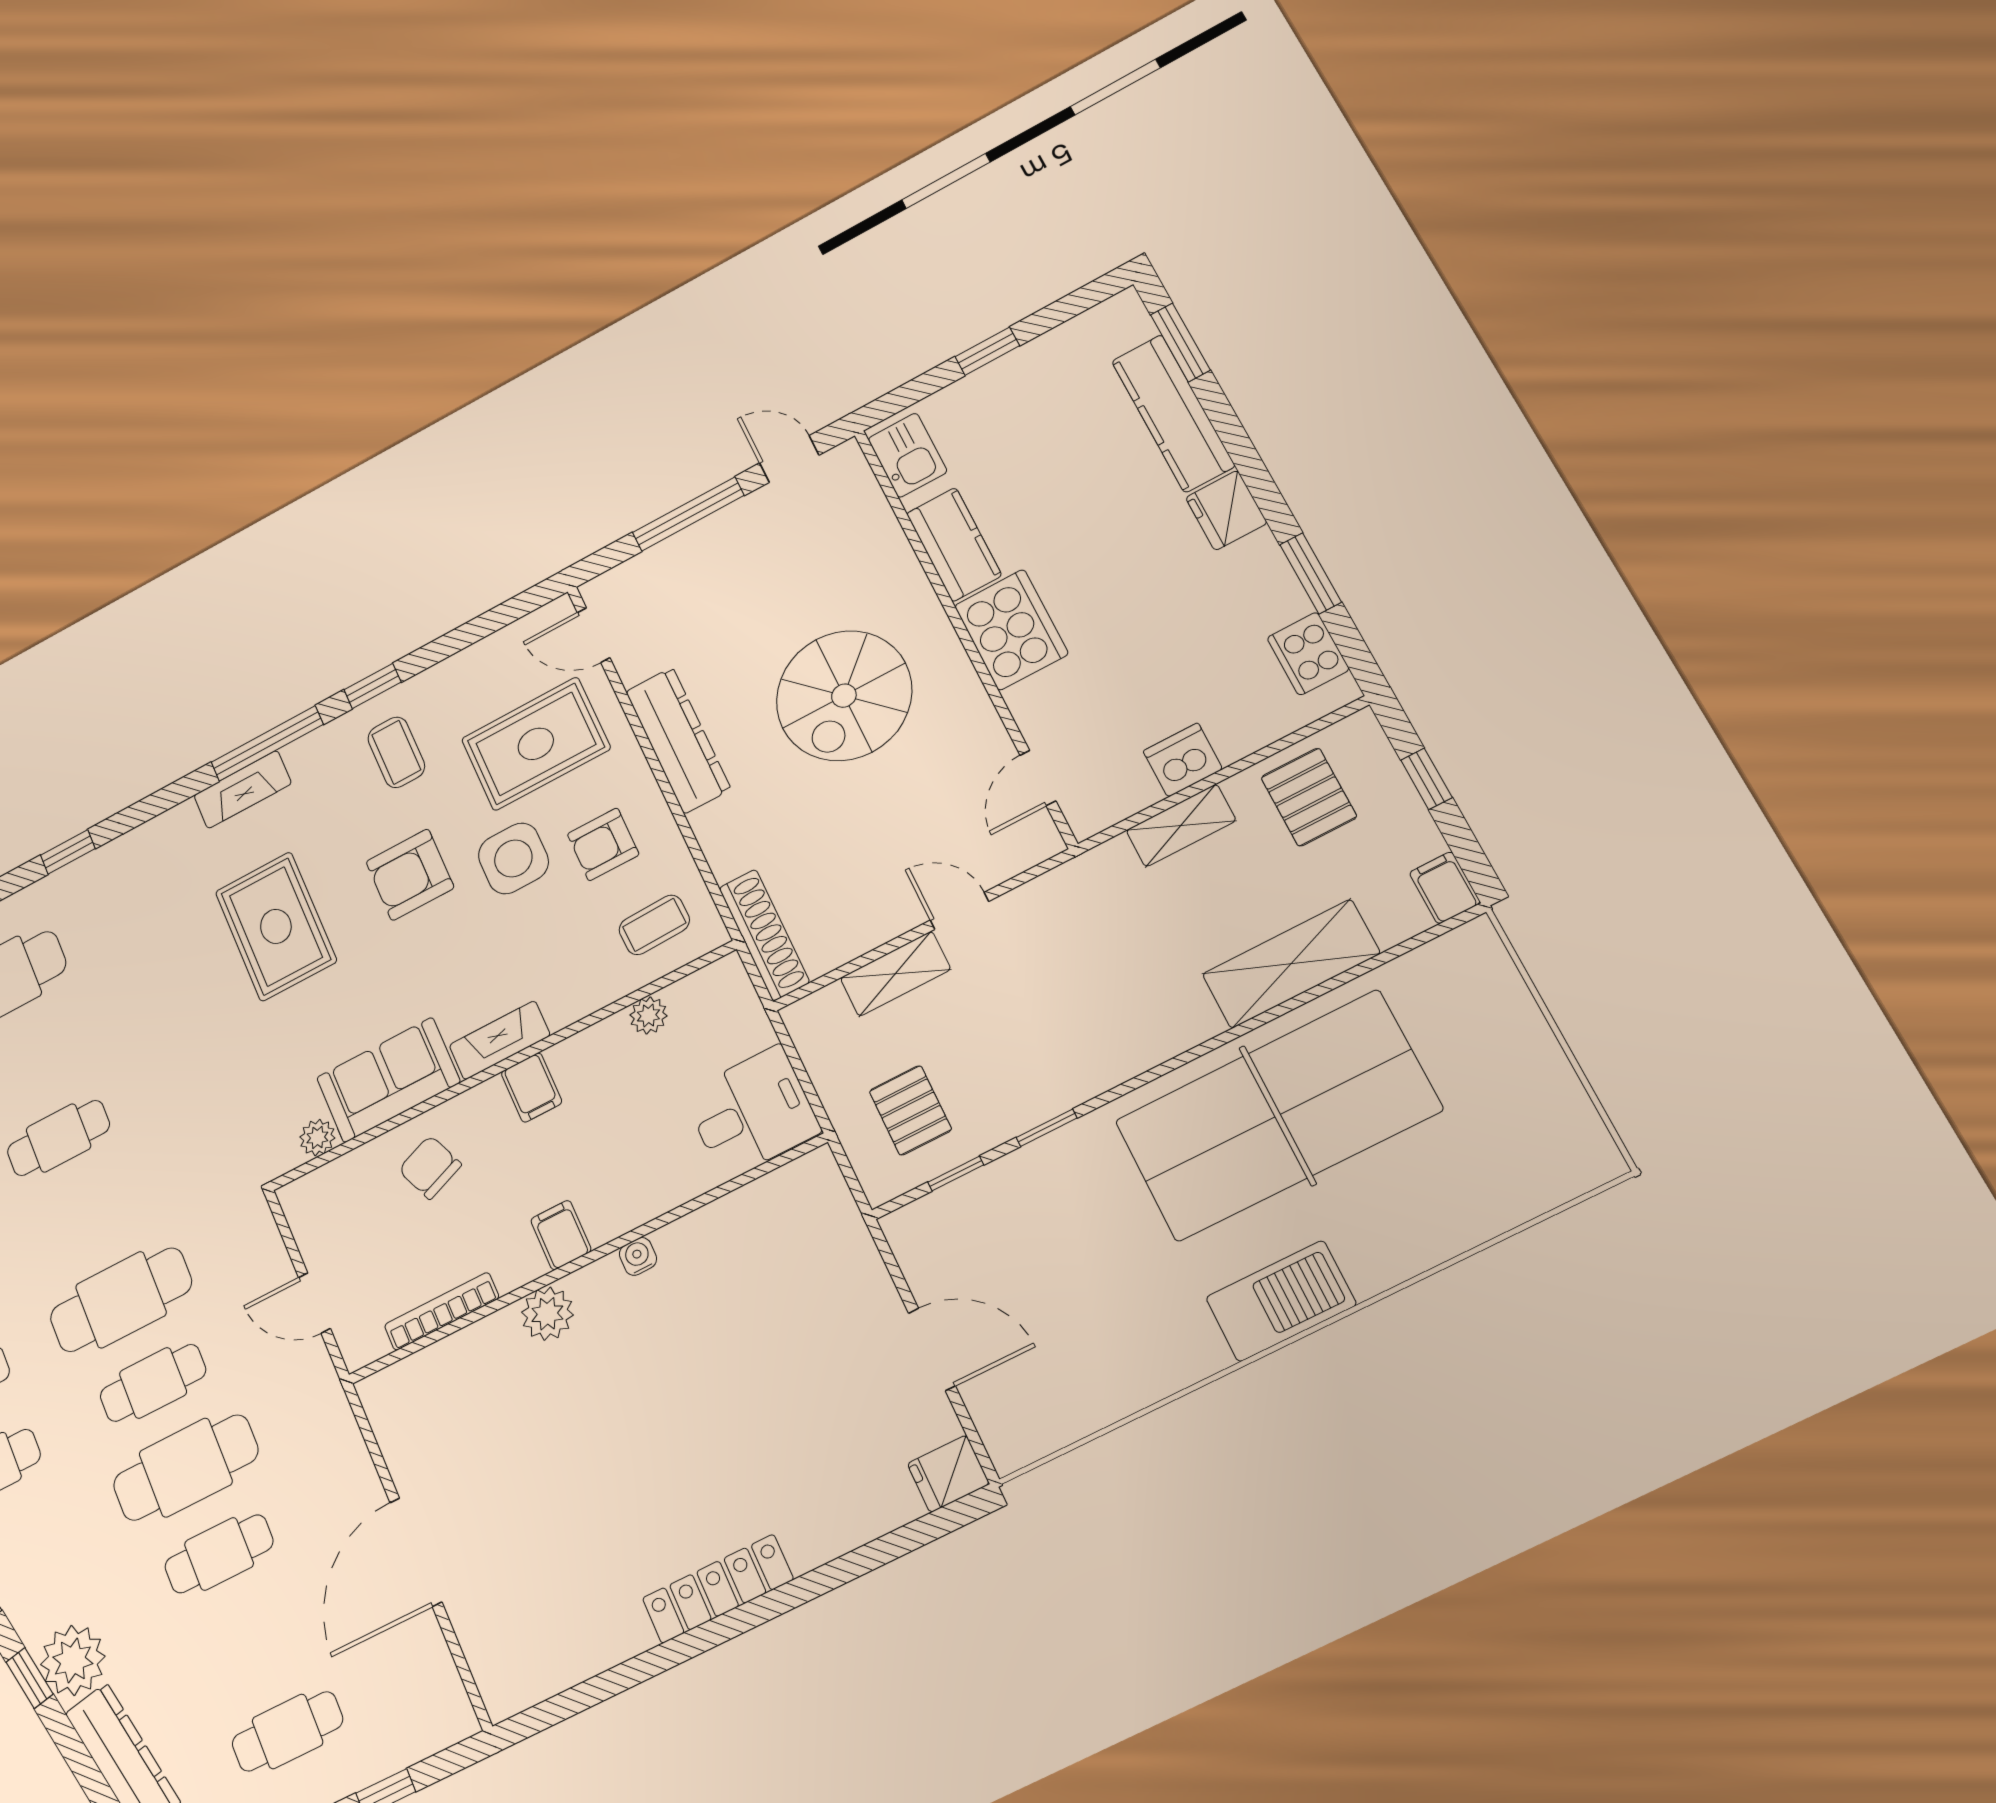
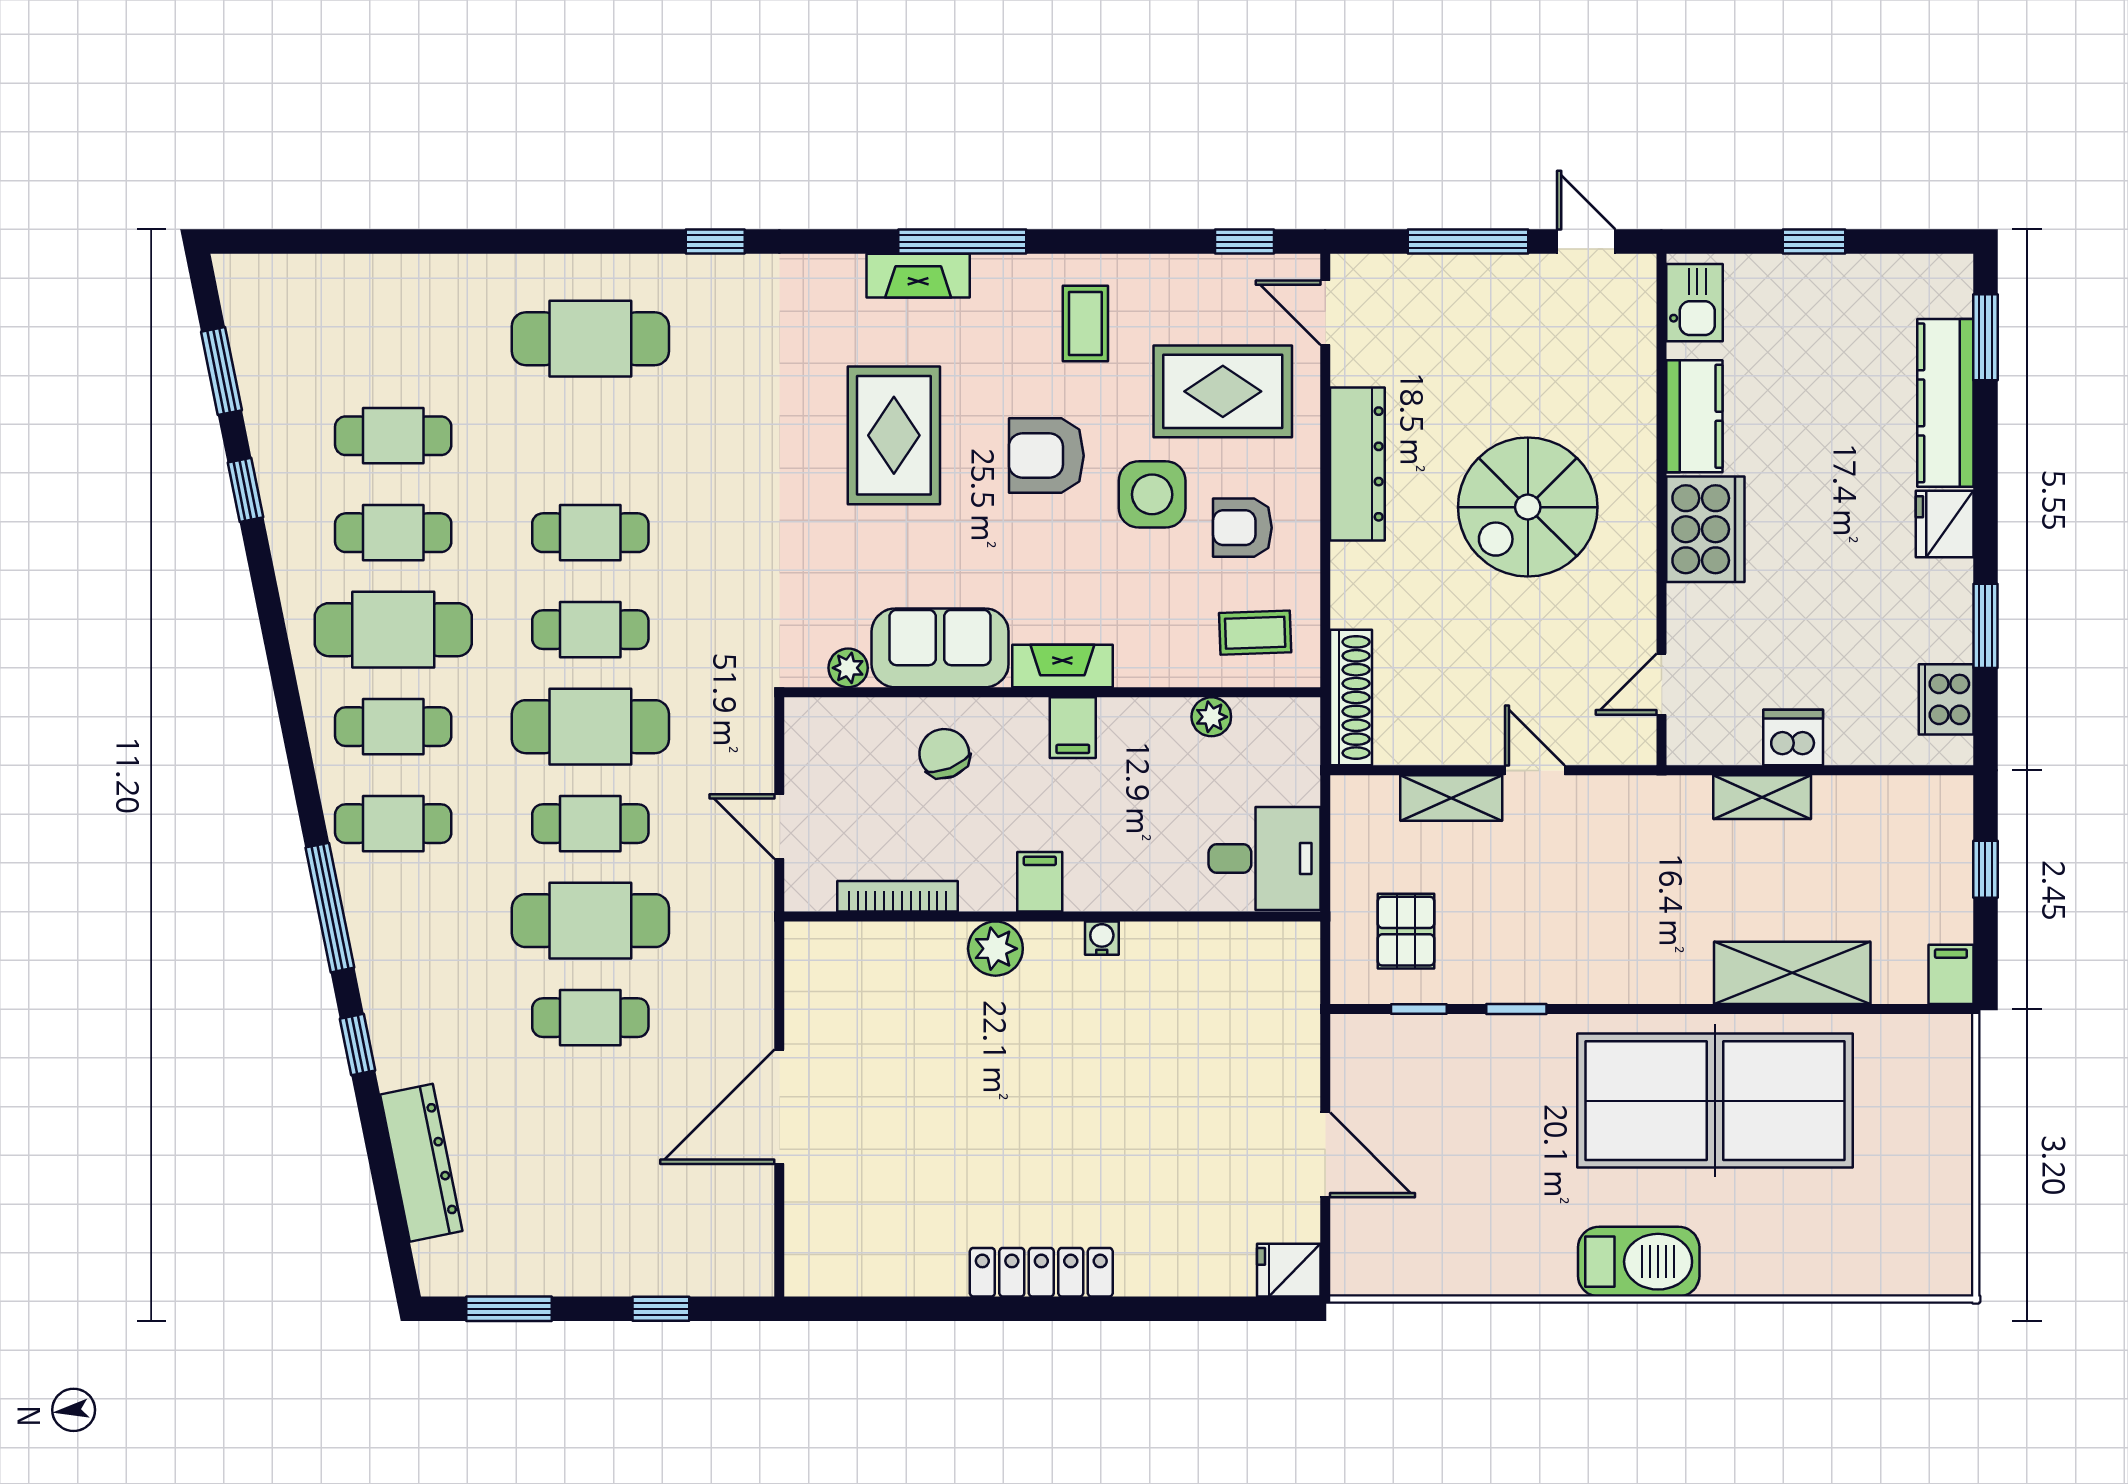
window: (373, 686) -> (1245, 242), moved
pallet: (1309, 797) -> (1881, 831), removed
plant: (73, 1660) -> (407, 1048), removed
cafe table: (287, 1731) -> (590, 630), moved

